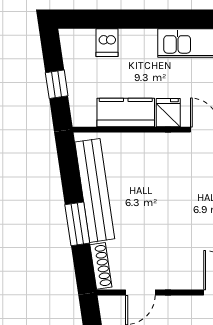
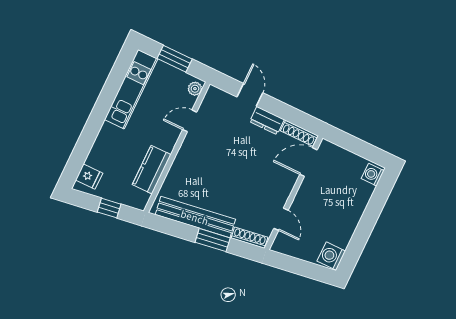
dishwasher: (107, 43) -> (97, 159), removed
fridge: (168, 113) -> (89, 177), moved, turned 180

